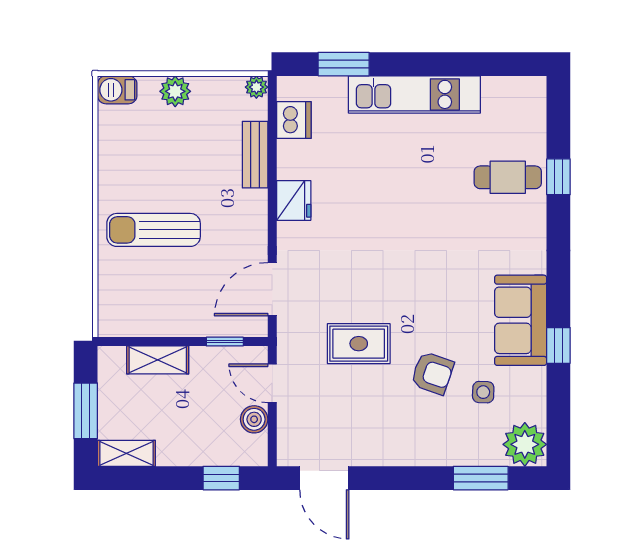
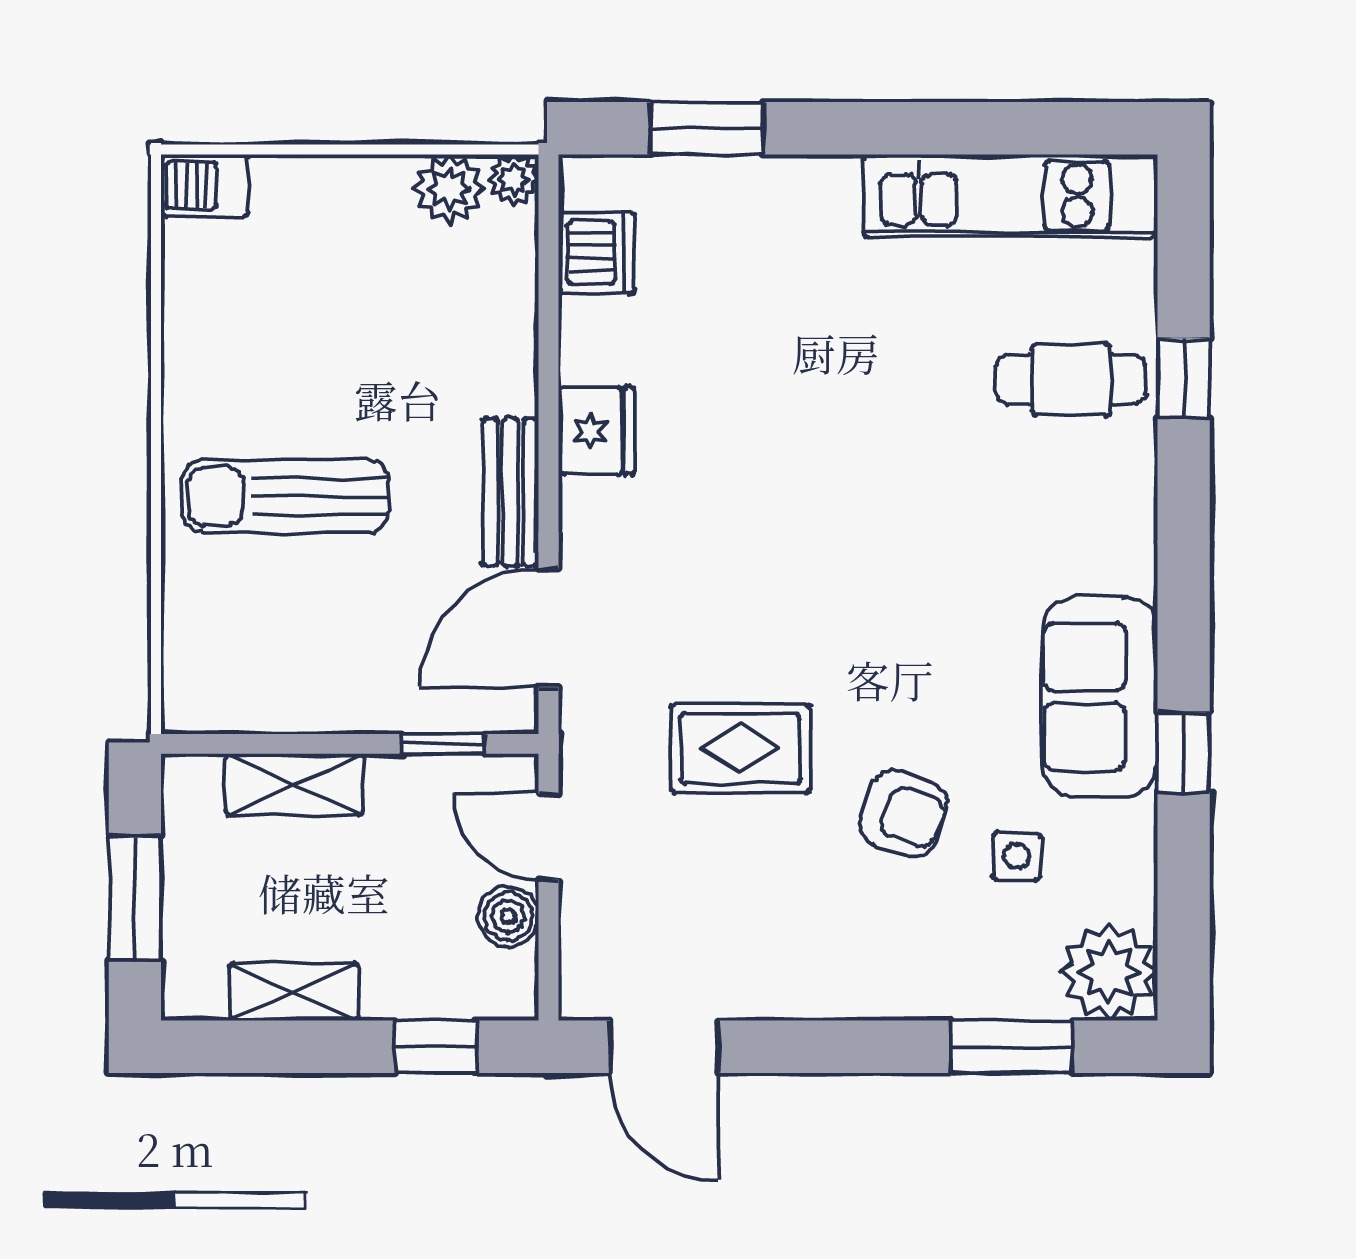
plant: (175, 91) -> (449, 189), moved
kitchen unit: (414, 94) -> (1010, 196), moved
bench: (255, 155) -> (511, 492), moved
shelving: (126, 453) -> (294, 992), moved

